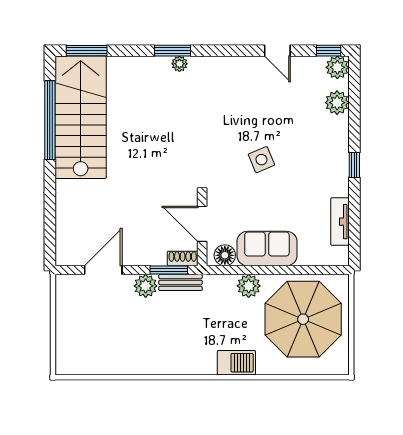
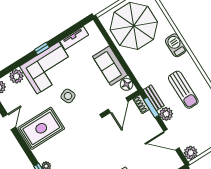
rug: (239, 91) -> (41, 128), added
corner sofa: (321, 156) -> (48, 68), added
plant: (249, 286) -> (191, 153), moved
sun lounger: (165, 333) -> (183, 90), added

